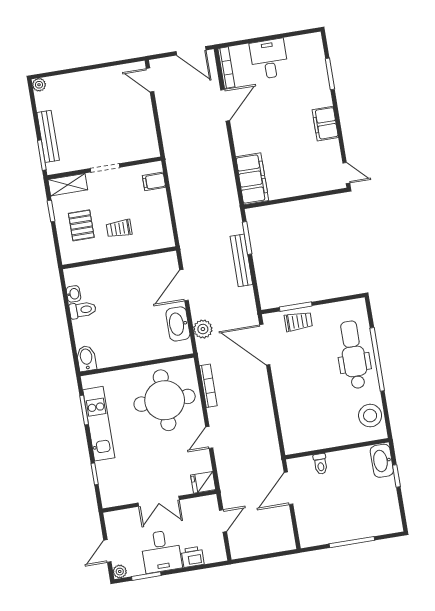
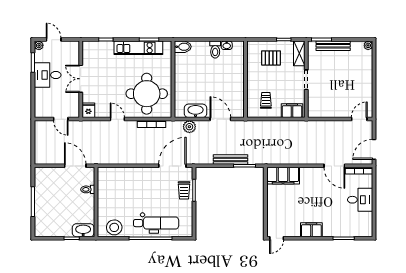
filing cabinet: (154, 181) -> (292, 111), width x2.00
trolley: (119, 229) -> (266, 100), moved
printer: (193, 557) -> (40, 95), removed

